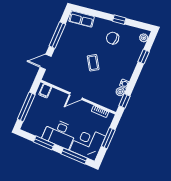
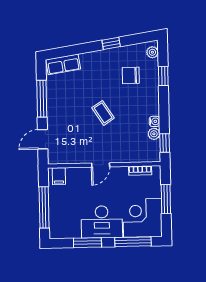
chair: (113, 38) -> (131, 75), moved

